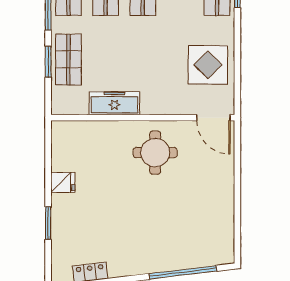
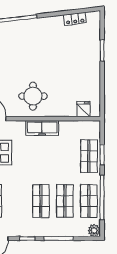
freezer: (114, 103) -> (42, 128), moved
fridge: (63, 182) -> (84, 109), moved, turned 90

